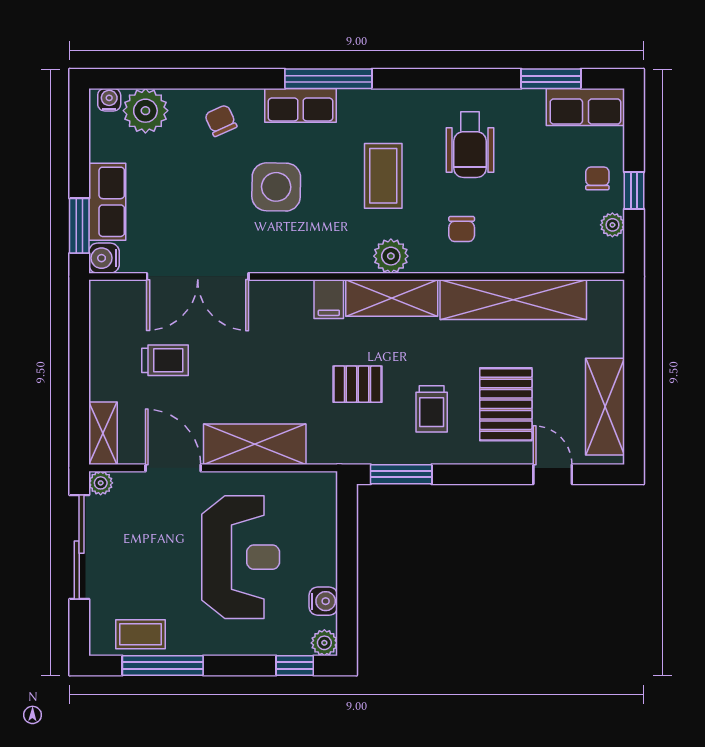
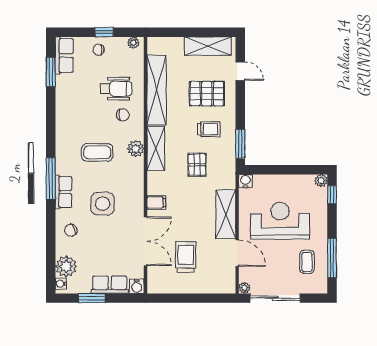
wheelchair: (470, 145) -> (116, 89), moved
plant: (612, 225) -> (133, 43), moved
window: (79, 226) -> (92, 298), moved
filing cabinet: (329, 299) -> (156, 202), moved
trolley: (165, 360) -> (186, 257), width x1.36, depth x1.39
shelving: (103, 433) -> (221, 287), removed
door: (173, 468) -> (237, 253), swing flipped
door: (553, 474) -> (240, 71), swing flipped
water cooler: (323, 601) -> (246, 181), moved
coffee table: (140, 634) -> (307, 262), moved

